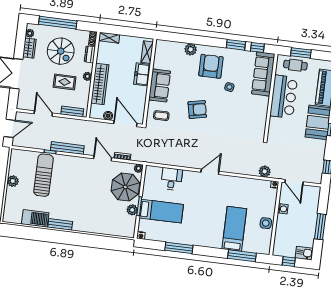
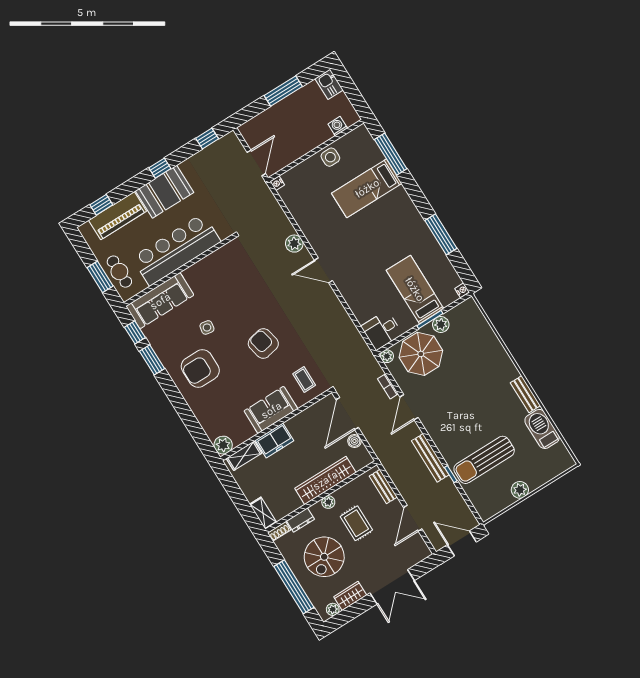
plant: (191, 49) -> (223, 445), moved
spiral stairs: (61, 51) -> (324, 557), turned 180
bar counter: (284, 97) -> (176, 250), width x1.36
plant: (265, 171) -> (294, 244), moved
desk: (172, 179) -> (382, 330), moved
washing machine: (283, 209) -> (338, 126), moved
window: (289, 262) -> (353, 94), removed

